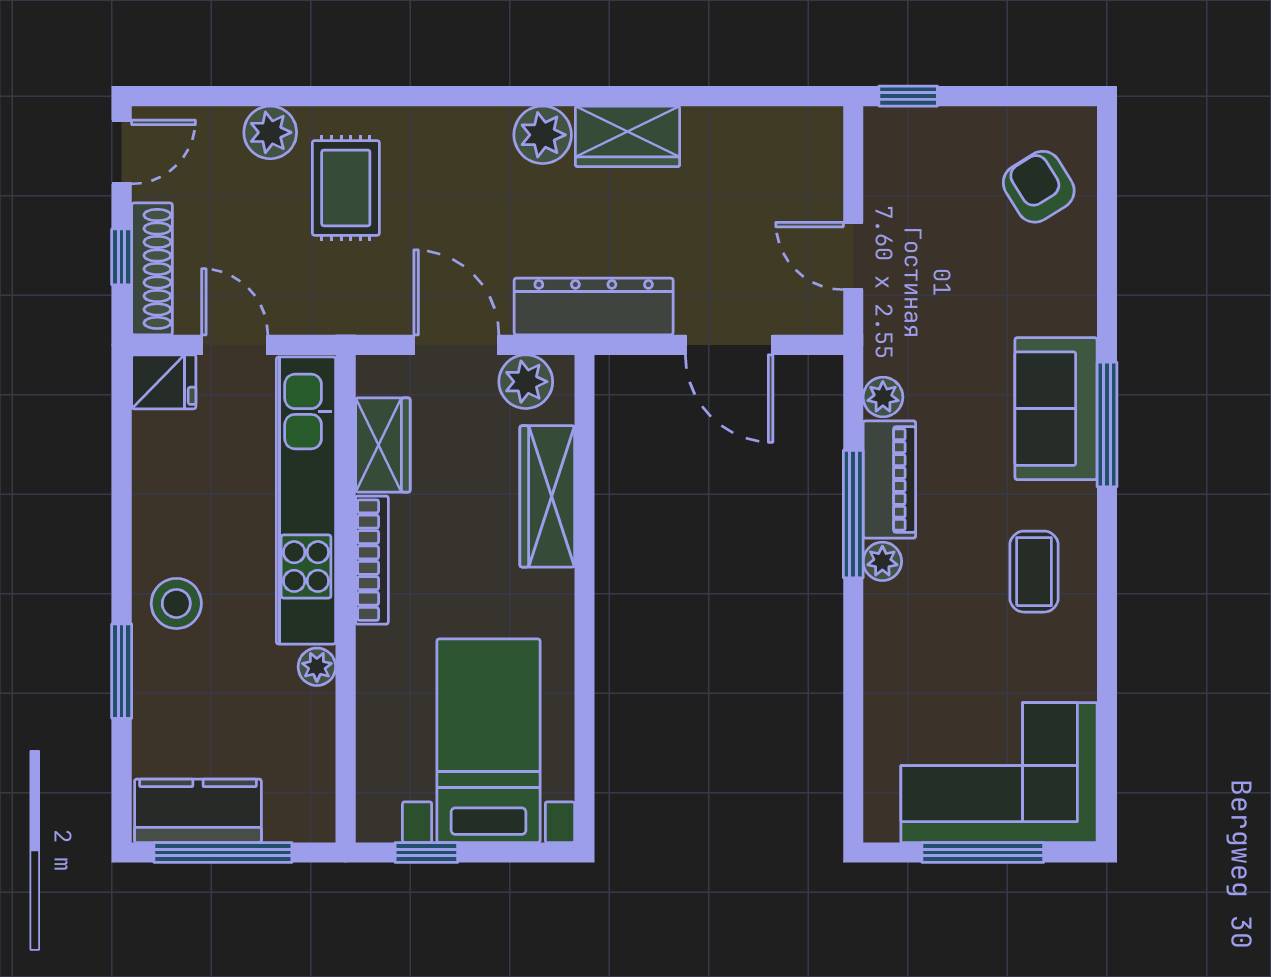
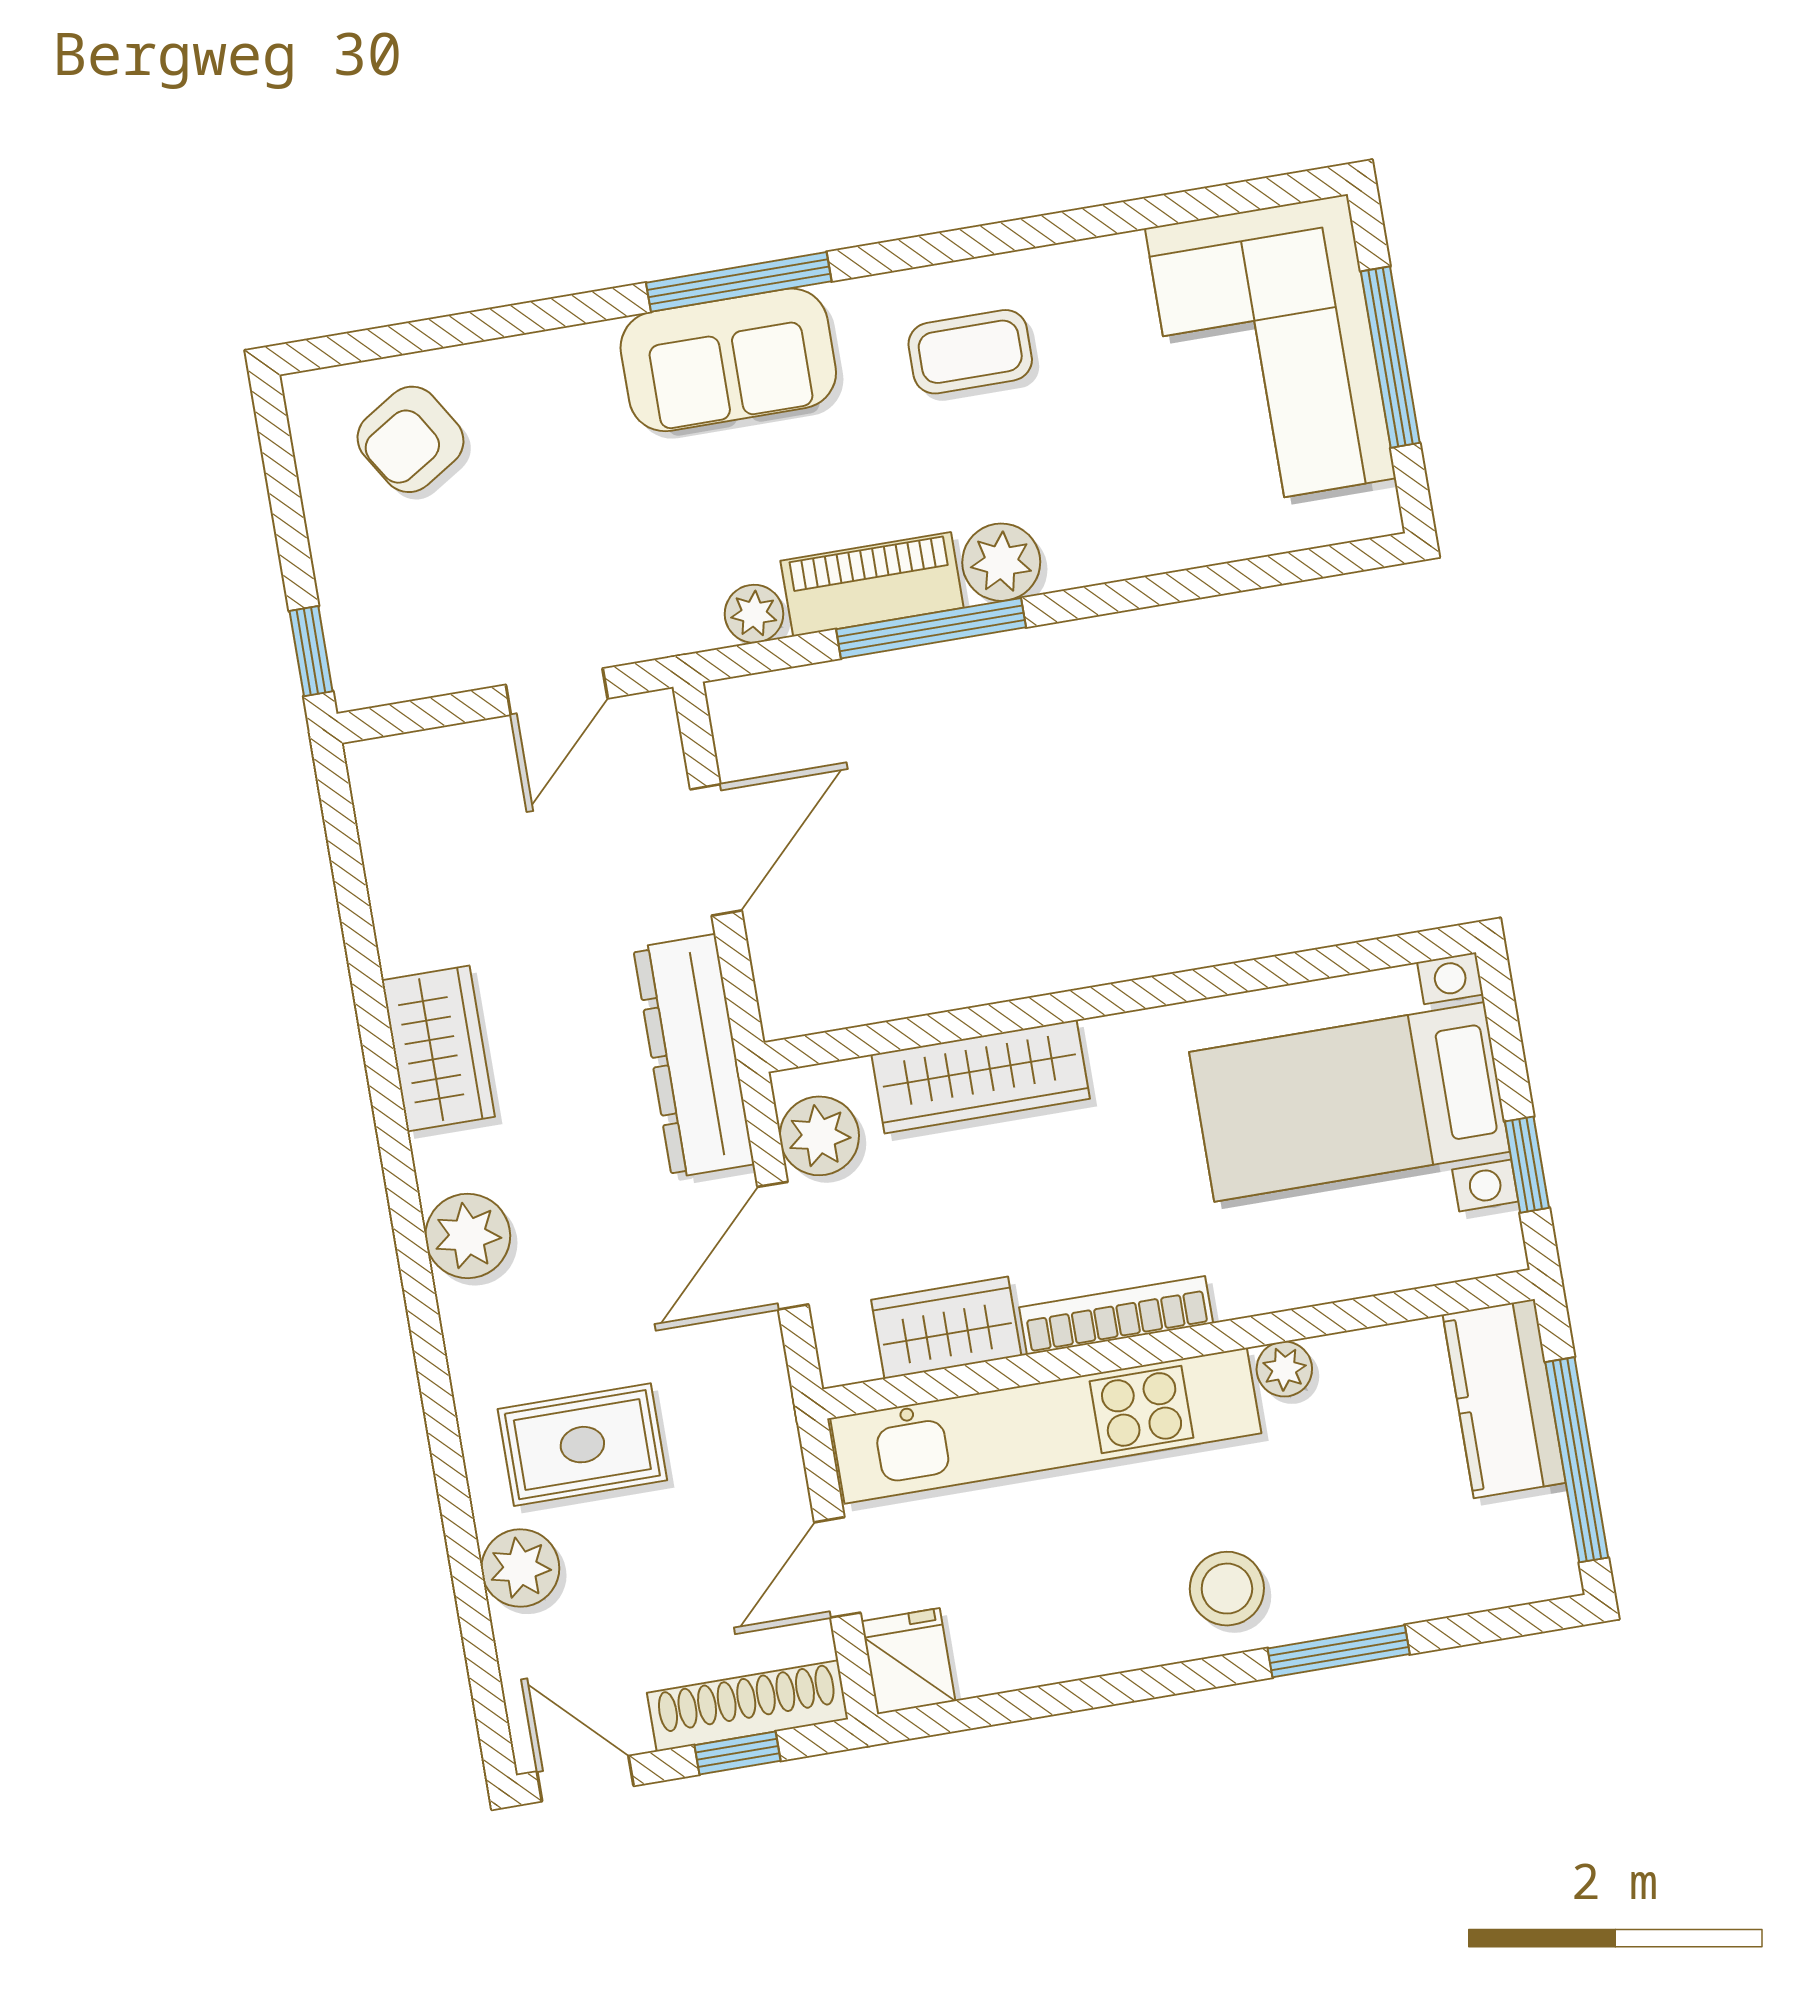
plant: (543, 135) -> (468, 1236), moved
plant: (882, 561) -> (1001, 562), width x1.38, depth x1.38
kitchen counter: (198, 811) -> (1504, 1399), moved

